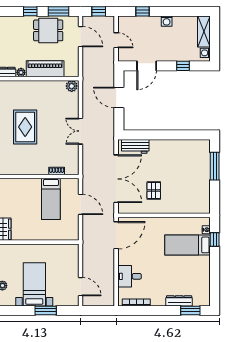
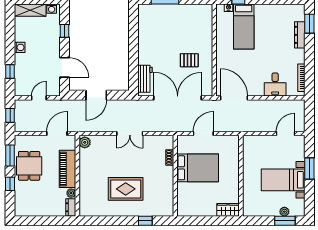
door: (81, 37) -> (57, 133), moved
bed: (51, 199) -> (198, 168), width x1.50

